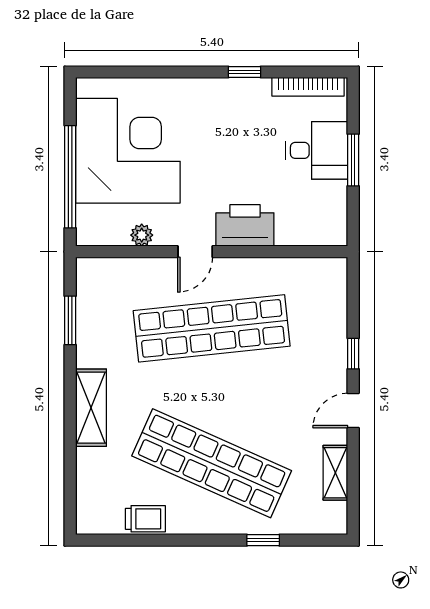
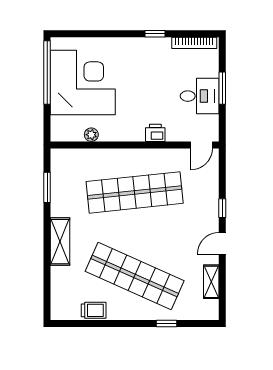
desk: (317, 150) -> (200, 96), moved
window: (70, 177) -> (47, 72), moved
printer: (245, 225) -> (155, 133), width x0.53, depth x0.68
door: (195, 252) -> (201, 145), moved

